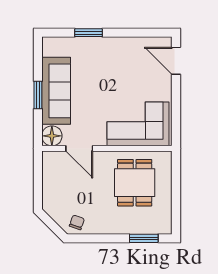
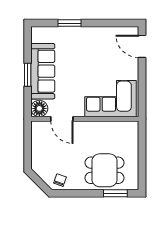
dining table: (135, 183) -> (104, 170), moved, turned 90

